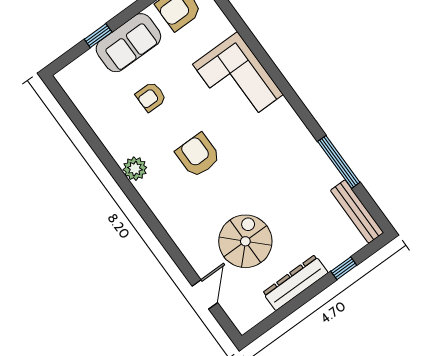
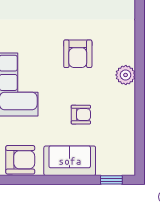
window: (98, 36) -> (111, 180), moved

